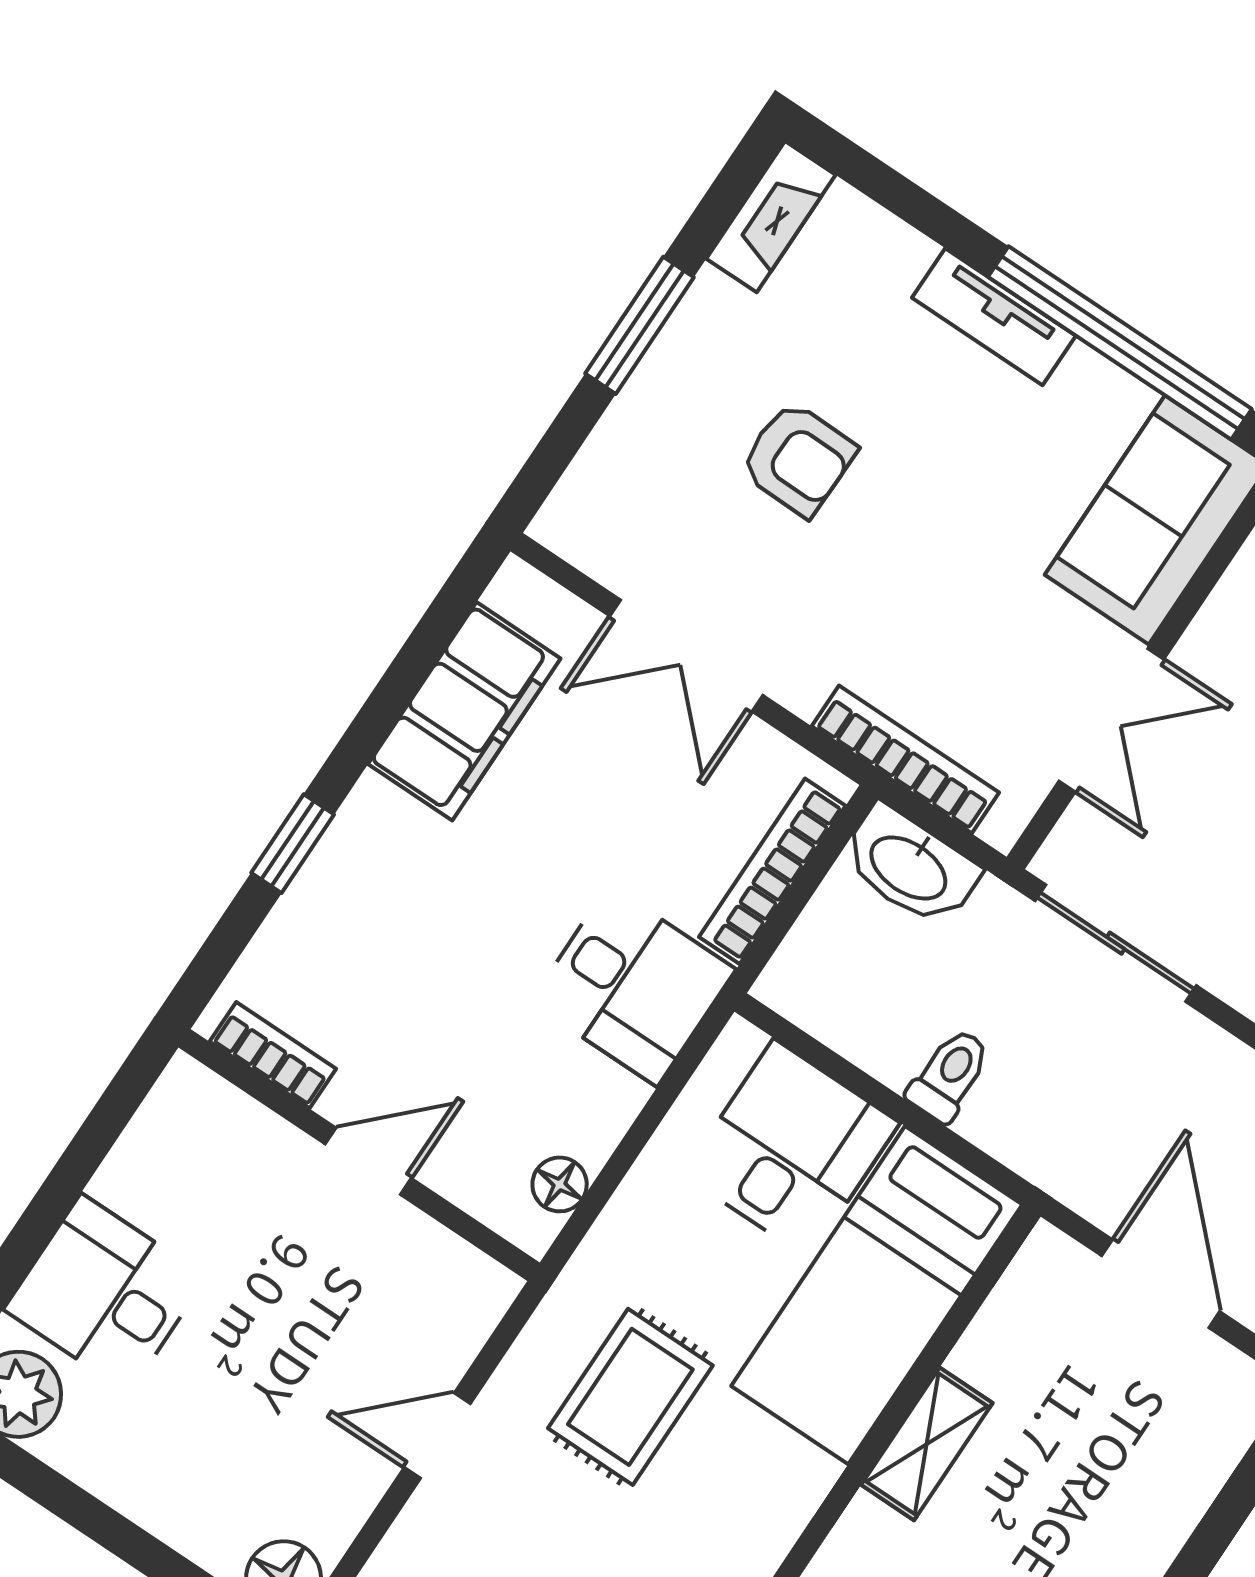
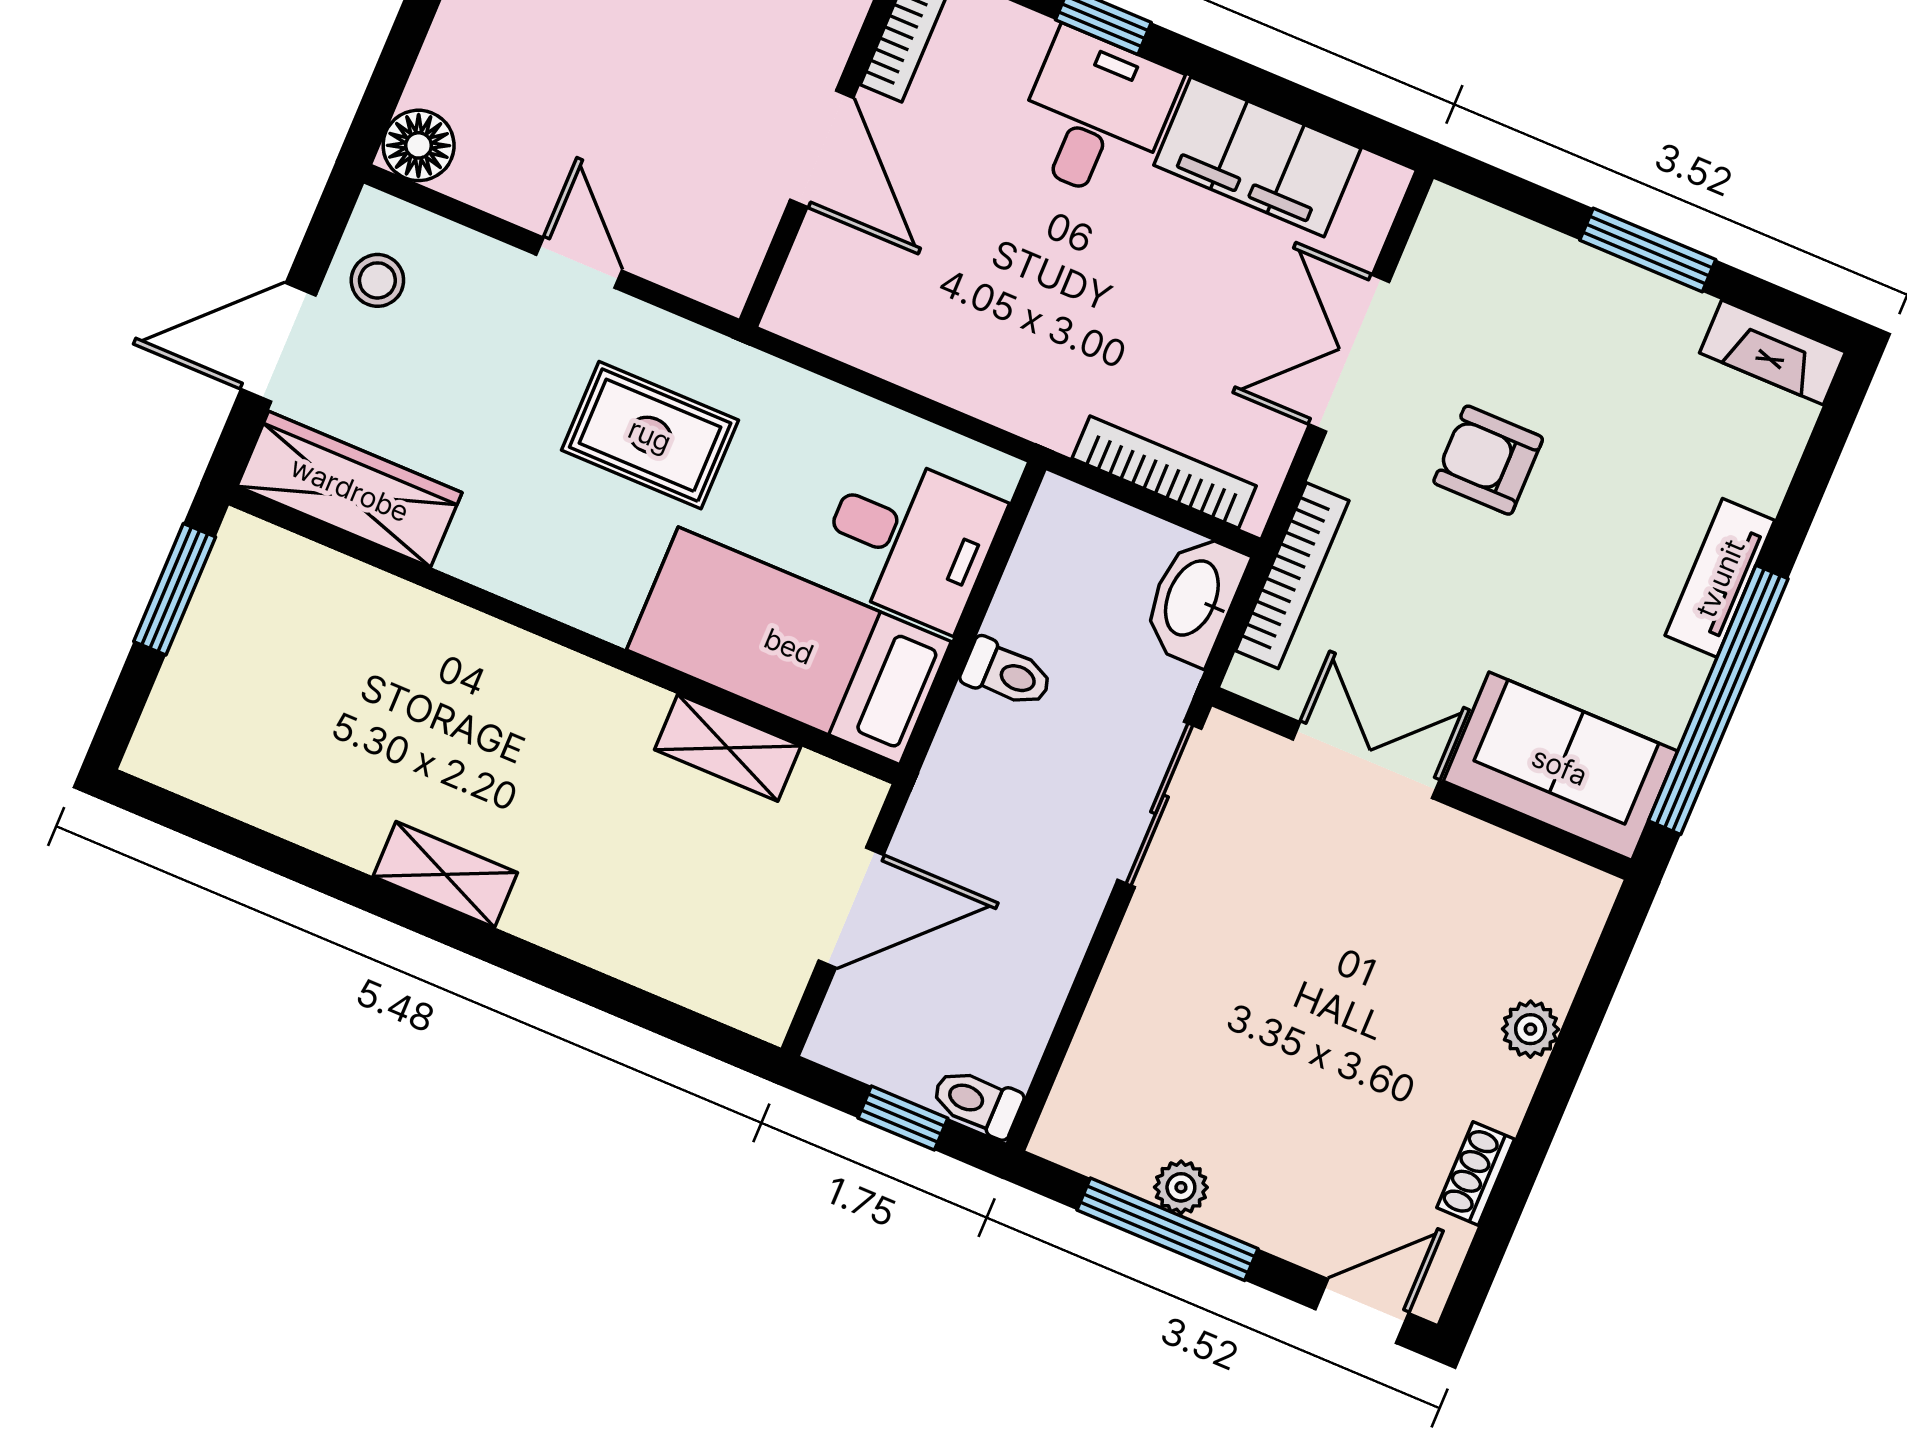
armchair: (798, 459) -> (1488, 460), moved, turned 89
double door: (1111, 720) -> (1366, 760), swing flipped
desk: (633, 986) -> (1095, 115), moved, turned 180
door: (368, 1161) -> (822, 149), width x1.38
floor lamp: (560, 1184) -> (835, 331), removed
shelving: (927, 1444) -> (728, 748), moved

